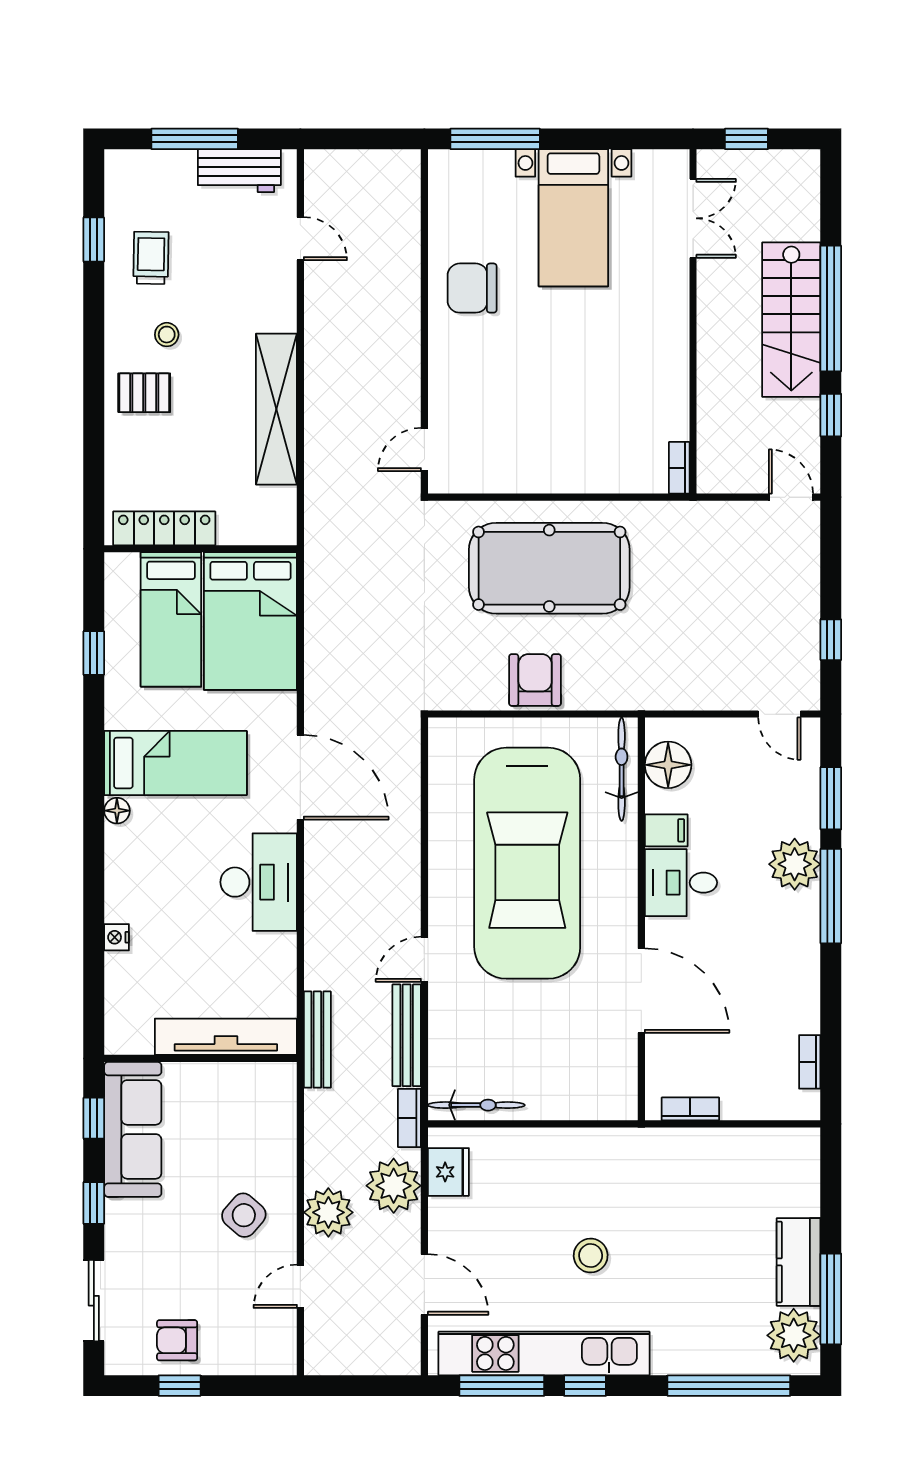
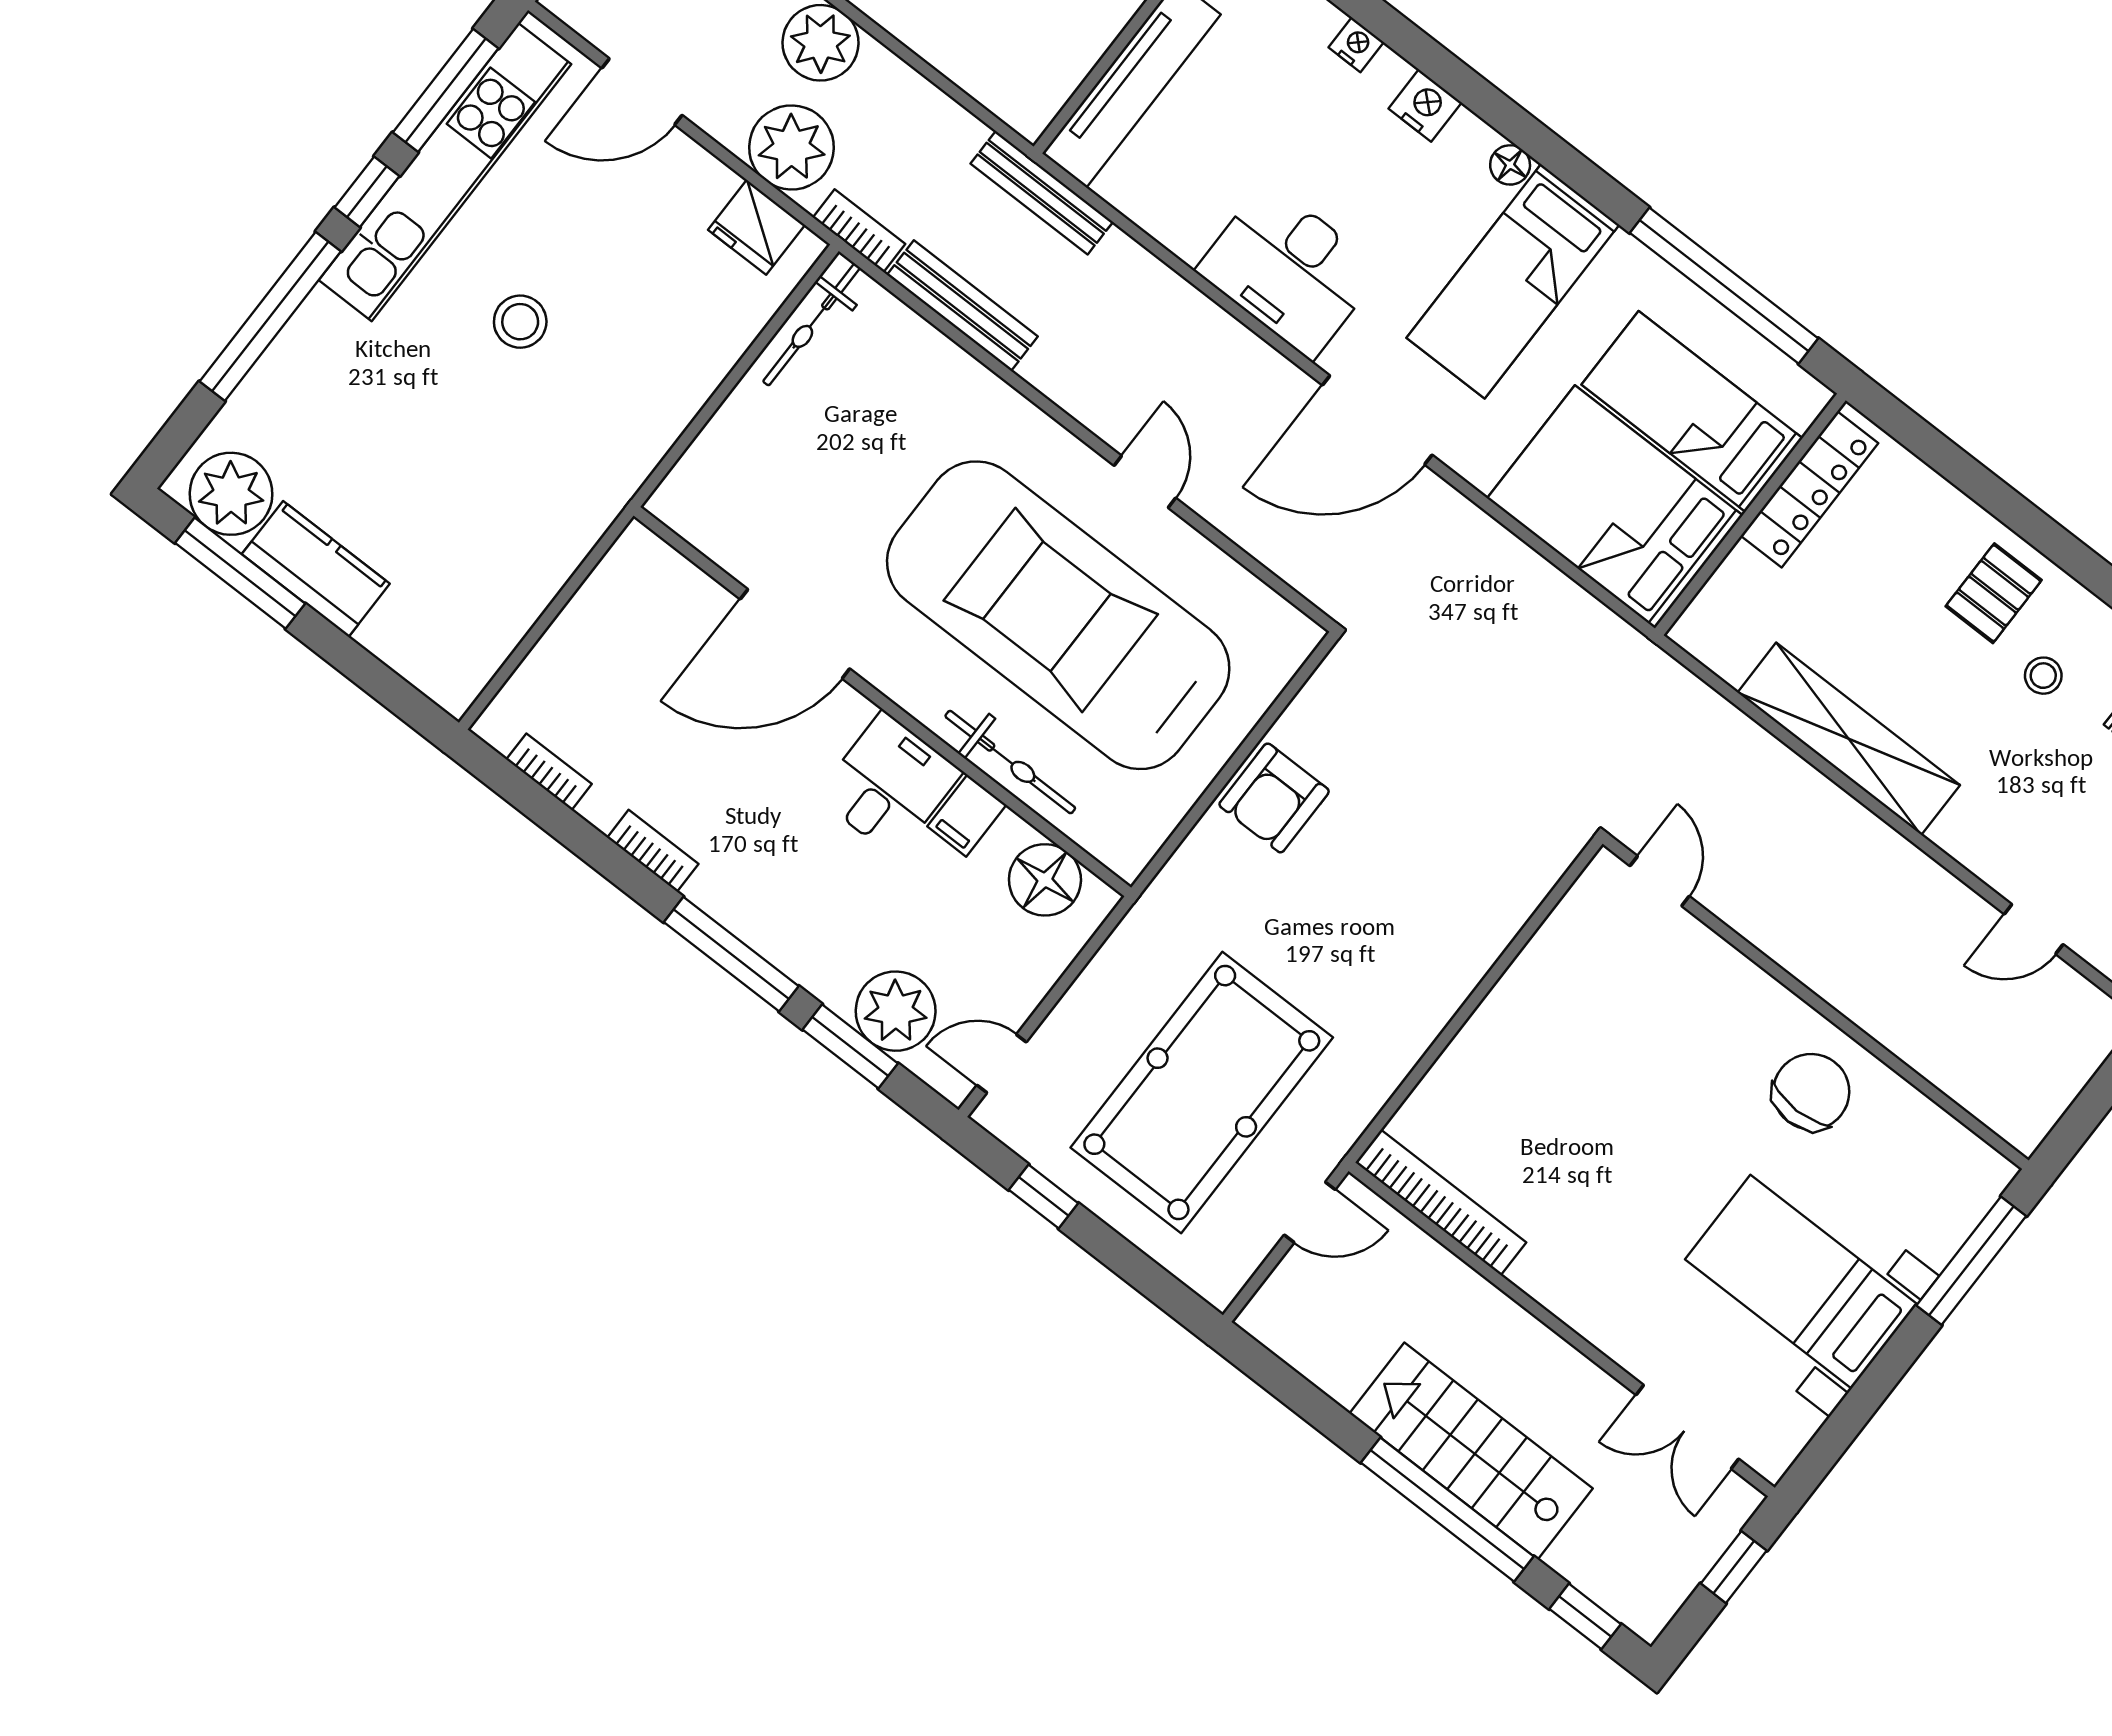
window: (831, 415) -> (1585, 1616), moved
bookcase: (679, 468) -> (1441, 1202), width x2.31, depth x1.31
door: (791, 497) -> (1310, 1212), moved
pool table: (549, 568) -> (1202, 1092), moved
window: (94, 653) -> (1724, 286), width x3.17
armchair: (535, 680) -> (1274, 798), turned 90
bicycle: (622, 769) -> (1010, 762), moved
plant: (795, 864) -> (896, 1011), moved
nightstand: (120, 878) -> (1425, 105), added
door: (424, 959) -> (1145, 482), moved
bookcase: (690, 1109) -> (653, 851), moved, turned -90
window: (729, 1386) -> (270, 316), moved

